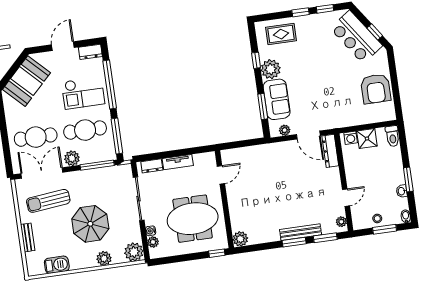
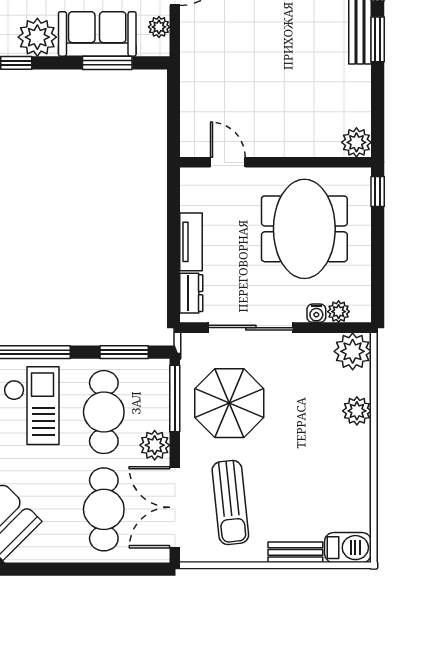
window: (117, 136) -> (124, 352), width x0.69
parasol: (90, 224) -> (229, 403), moved
barbecue: (57, 265) -> (348, 548), moved, turned 90

